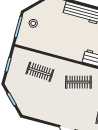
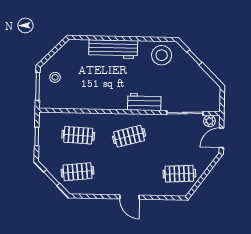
clothes rail: (32, 99) -> (77, 172), added

